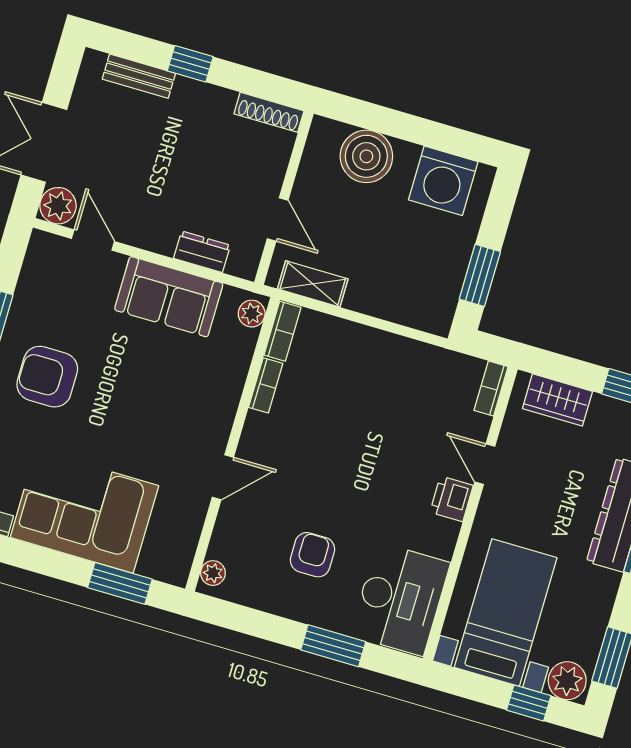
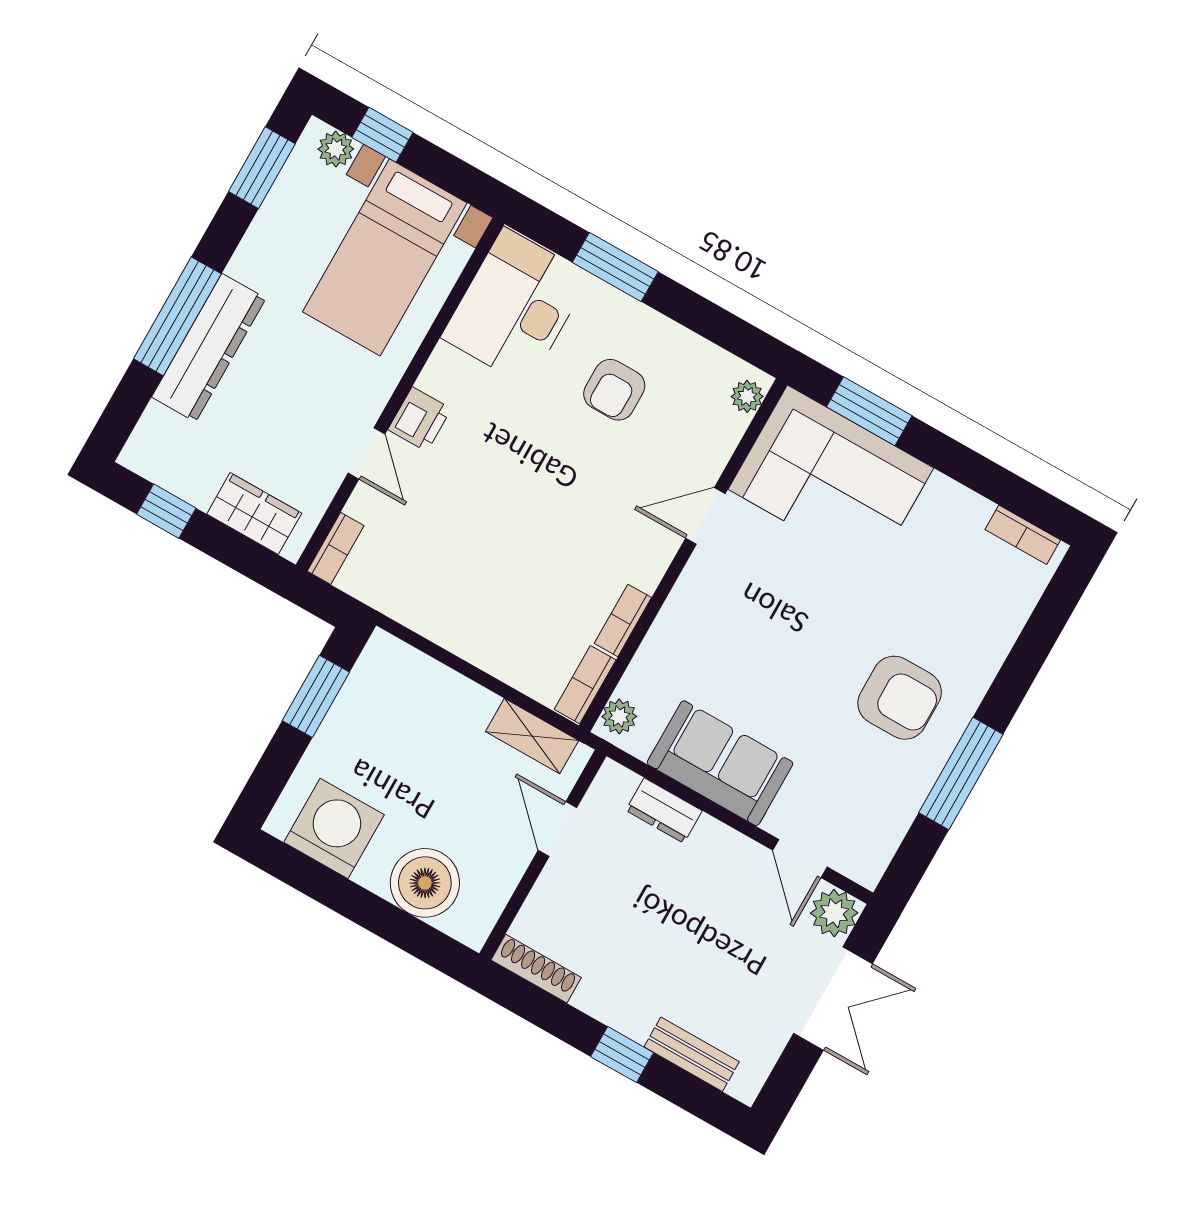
corner sofa: (84, 512) -> (831, 479), moved
plant: (567, 681) -> (336, 149), width x0.73, depth x0.73

